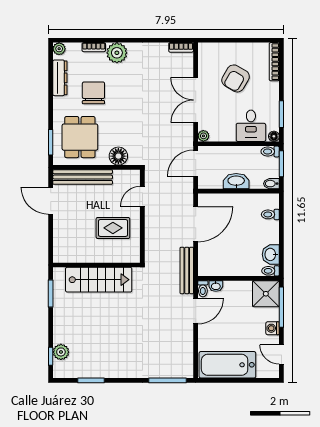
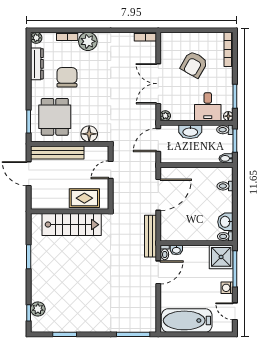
washbasin: (236, 181) -> (190, 132), moved, turned 180
wall: (97, 265) -> (70, 211), moved
stairs: (99, 280) -> (72, 225), moved

